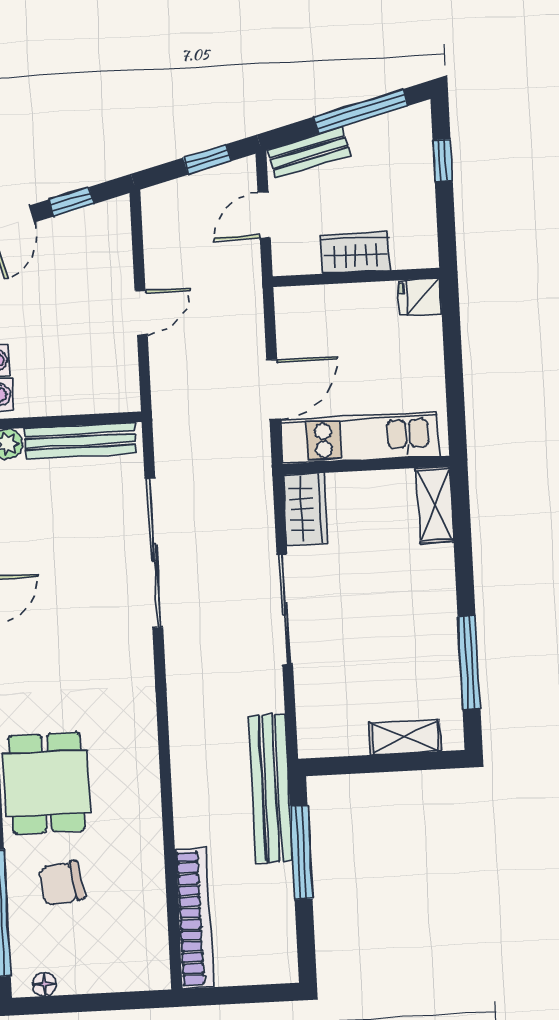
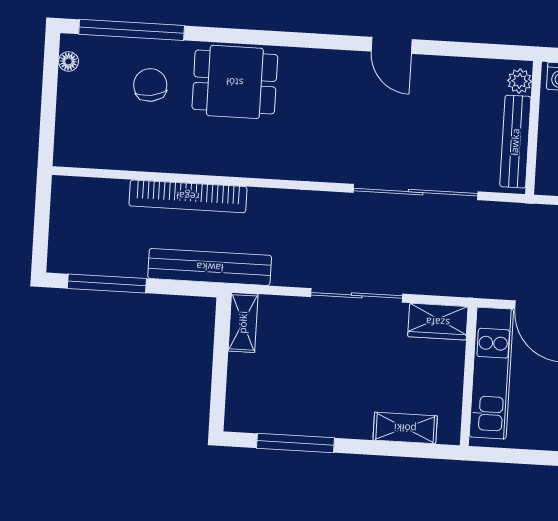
shelving: (435, 505) -> (405, 428), moved
shelving: (405, 737) -> (243, 322), moved
window: (301, 852) -> (107, 283), moved
bookcase: (194, 918) -> (188, 196), moved

